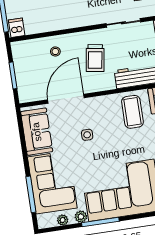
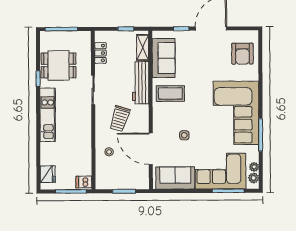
trolley: (95, 58) -> (120, 119), turned 98
plant: (81, 217) -> (254, 178), moved

